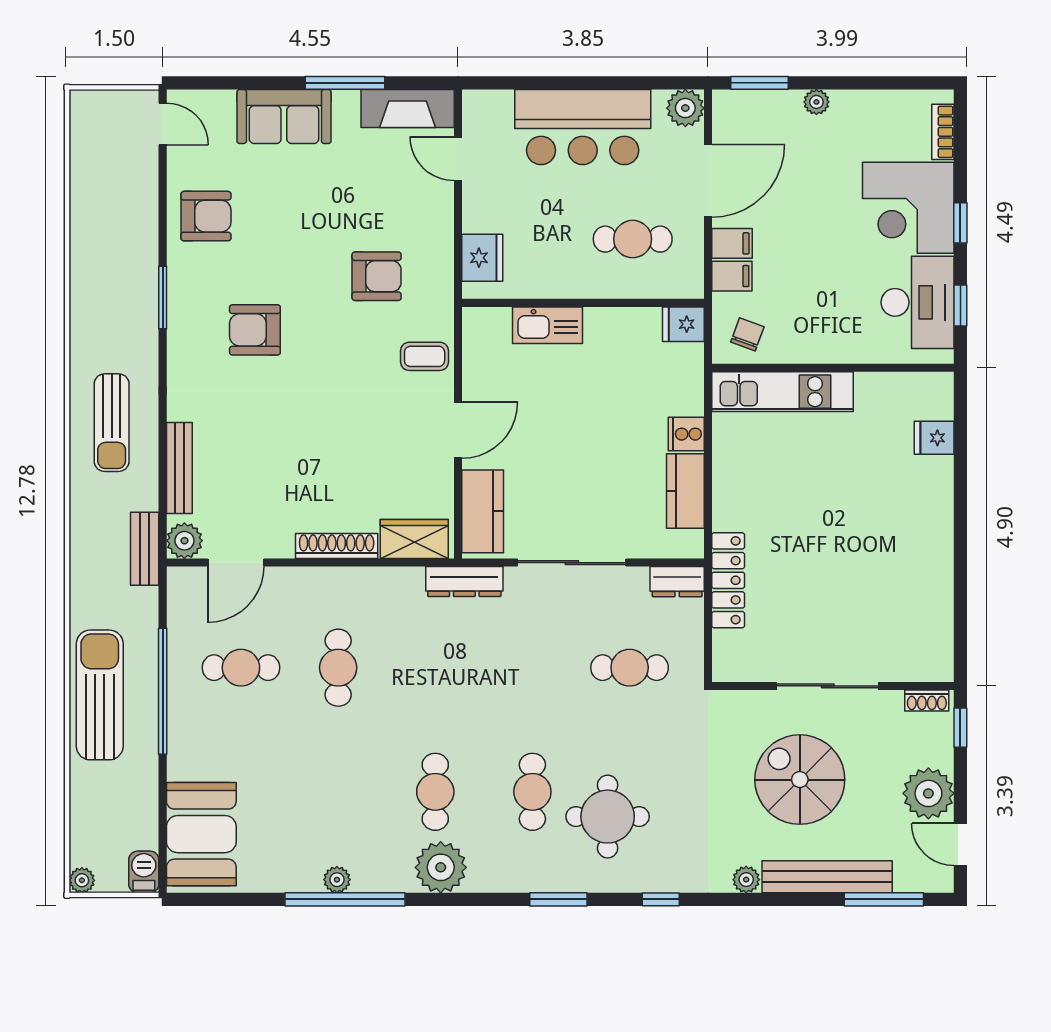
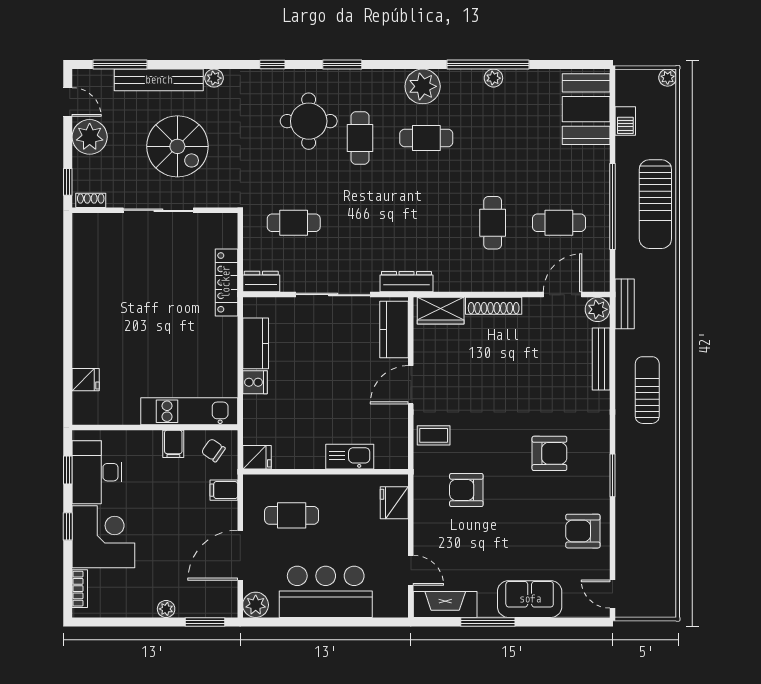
filing cabinet: (732, 243) -> (173, 444), moved, turned -90
chair: (747, 334) -> (213, 450), turned 105
cafe table: (435, 792) -> (426, 138), turned 90
barbecue: (144, 872) -> (625, 121), moved

